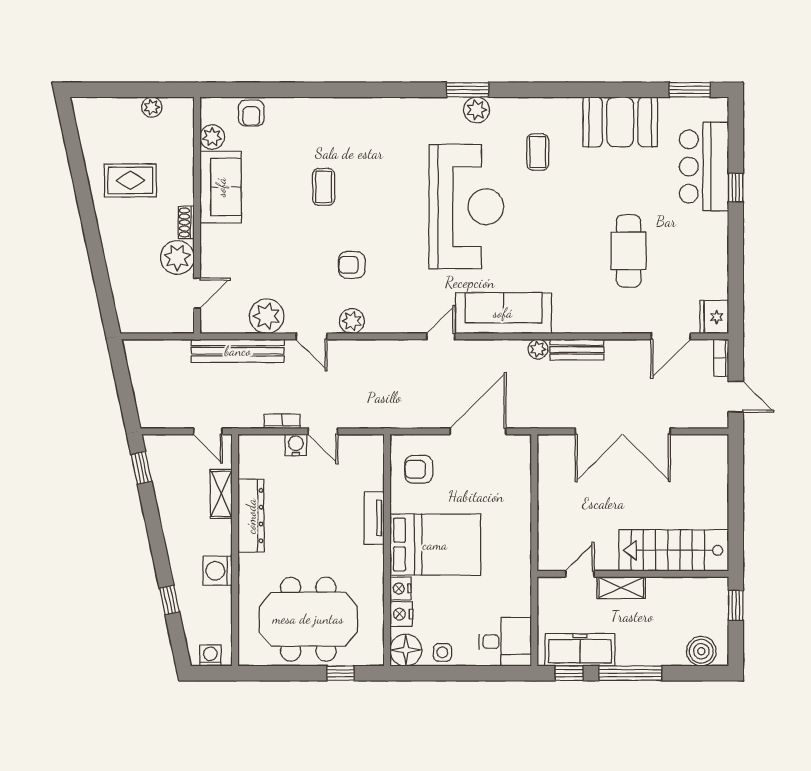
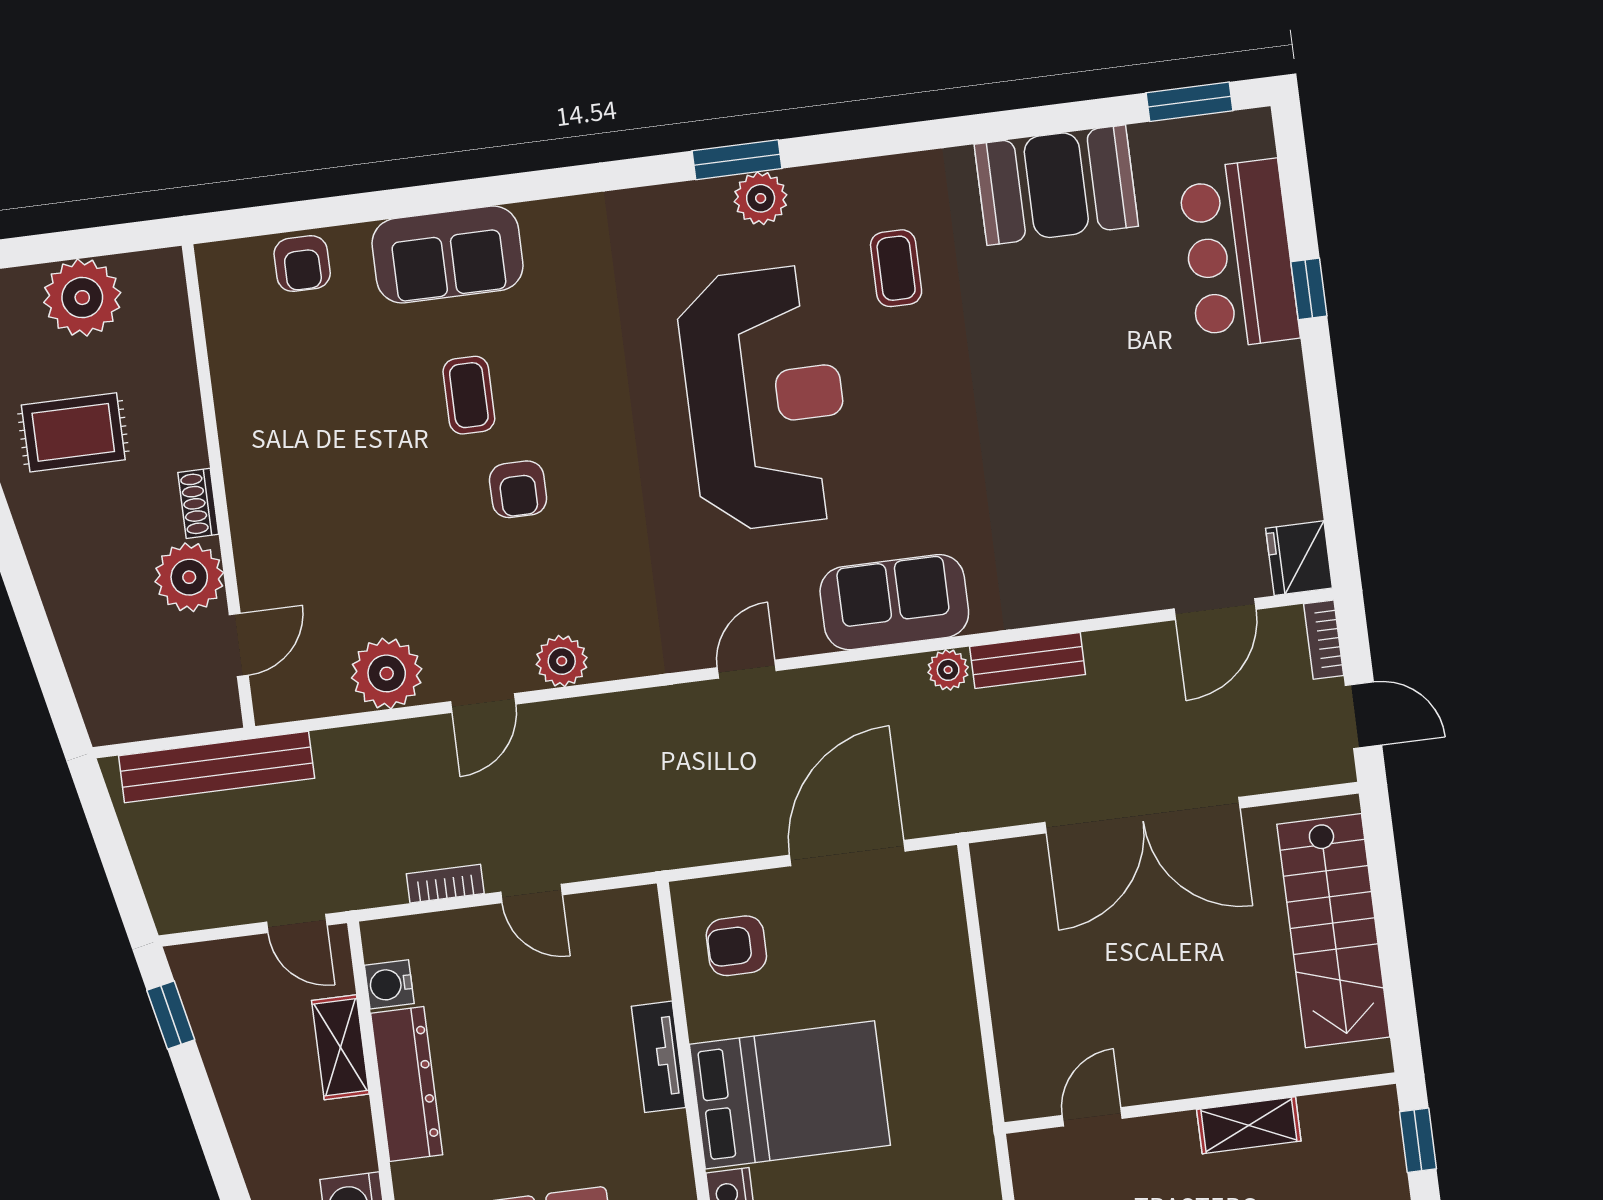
plant: (152, 107) -> (82, 298), width x1.88, depth x1.88
plant: (212, 137) -> (229, 322), removed
sofa: (221, 187) -> (448, 254), moved, turned 90
cafe table: (629, 251) -> (1107, 446), removed
armchair: (352, 265) -> (518, 489), moved, turned -90
sofa: (503, 313) -> (894, 602), width x0.73
door: (311, 336) -> (483, 703), hinge flipped
bench: (238, 351) -> (217, 767), moved
water cooler: (296, 445) -> (389, 984), moved, turned -90
stairs: (674, 550) -> (1333, 931), moved, turned -90
shelving: (621, 588) -> (1249, 1125), moved

